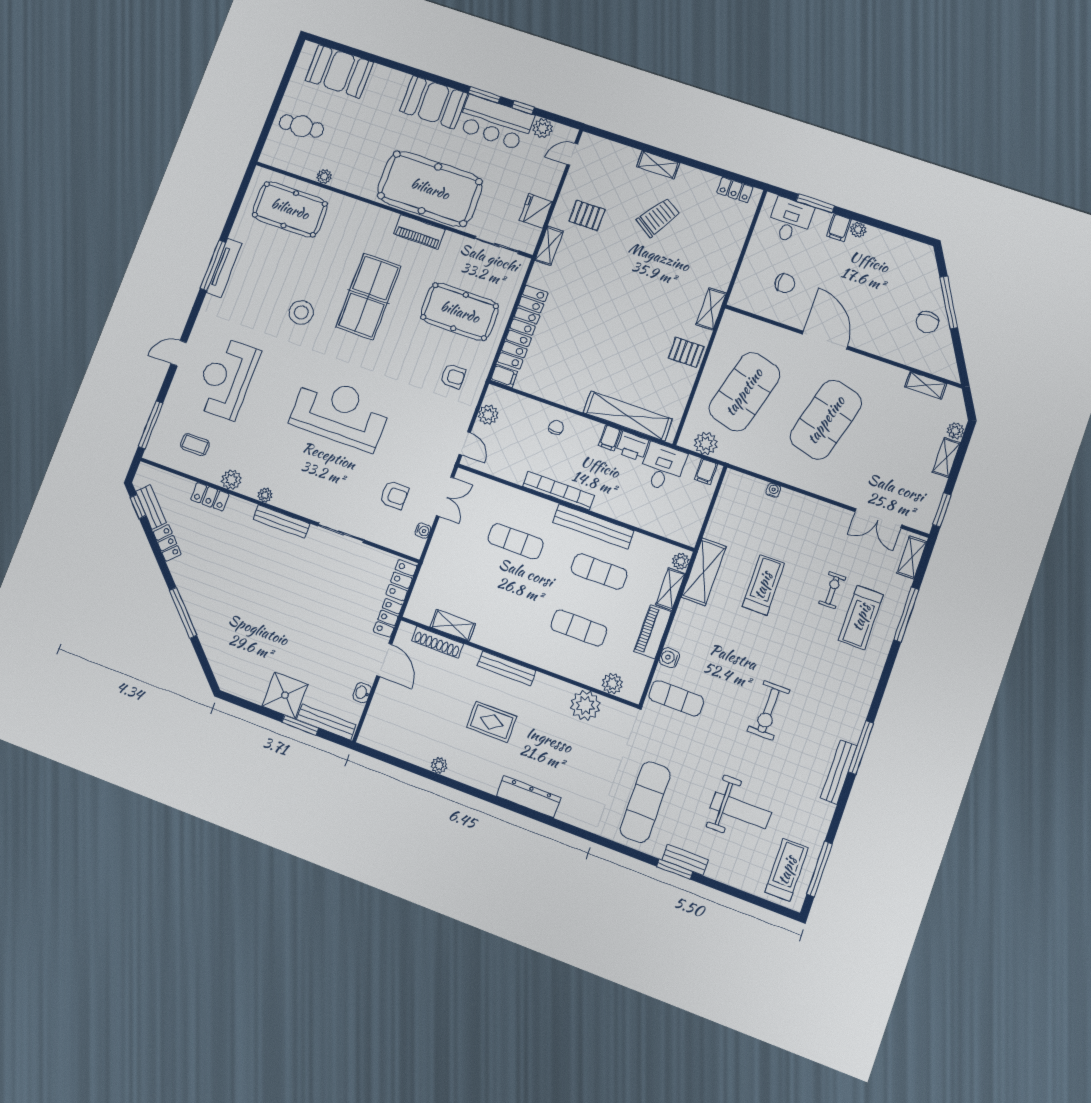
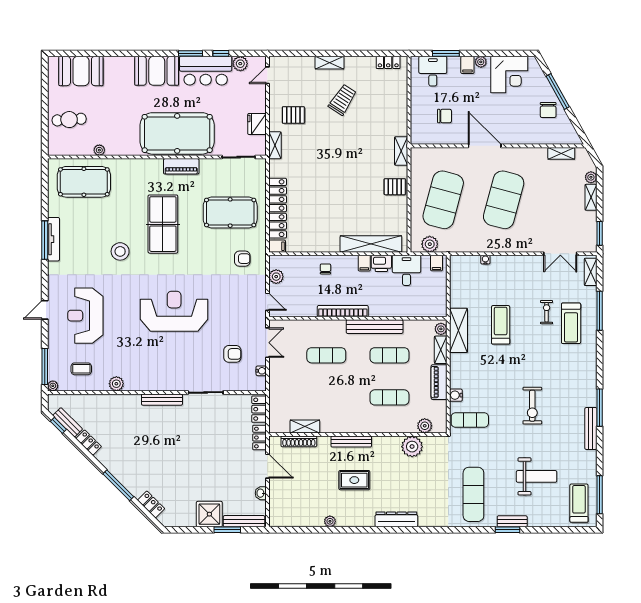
corner desk: (891, 258) -> (509, 75), added
plant: (265, 495) -> (53, 386), moved
locker: (210, 497) -> (151, 504), moved, turned -135

